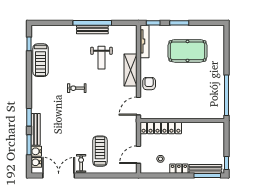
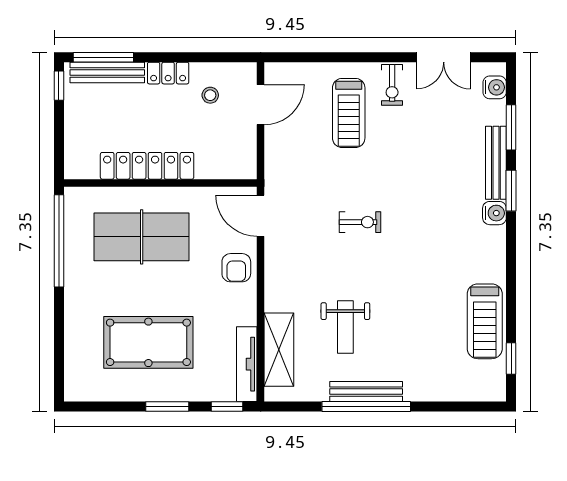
weight bench: (101, 58) -> (345, 327), turned 180
treadmill: (41, 60) -> (485, 321), turned 180
shelving: (130, 70) -> (279, 350), moved
exercise bike: (77, 88) -> (360, 222), moved
table tennis table: (190, 97) -> (142, 237), added
door: (138, 106) -> (261, 216), swing flipped
locker: (161, 128) -> (147, 166), moved
water cooler: (36, 151) -> (494, 213), moved
double door: (59, 175) -> (444, 57), width x0.73

